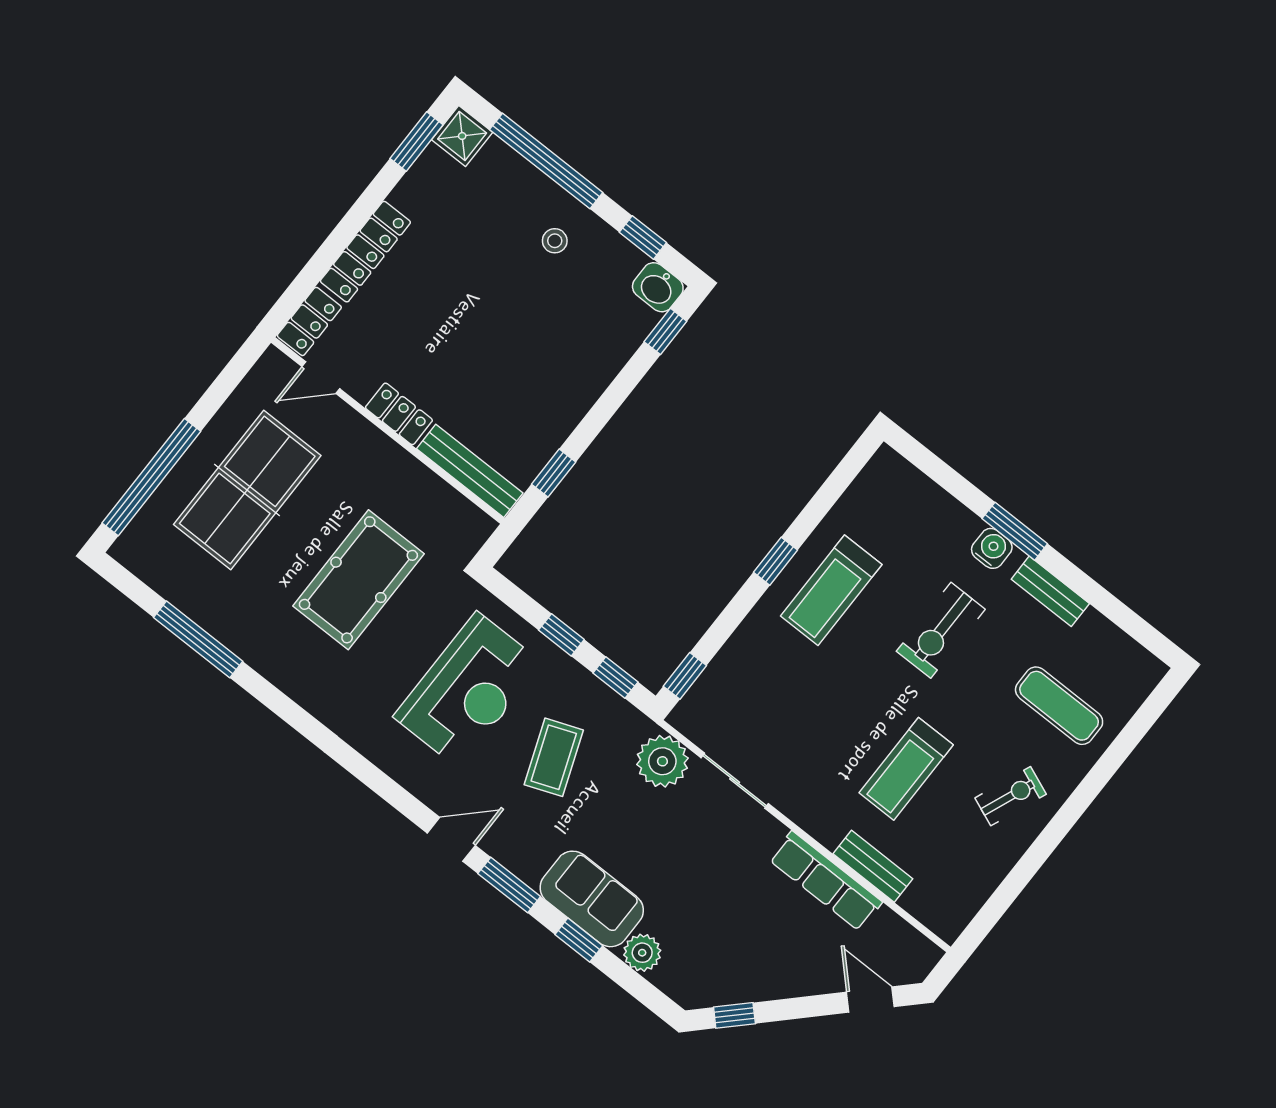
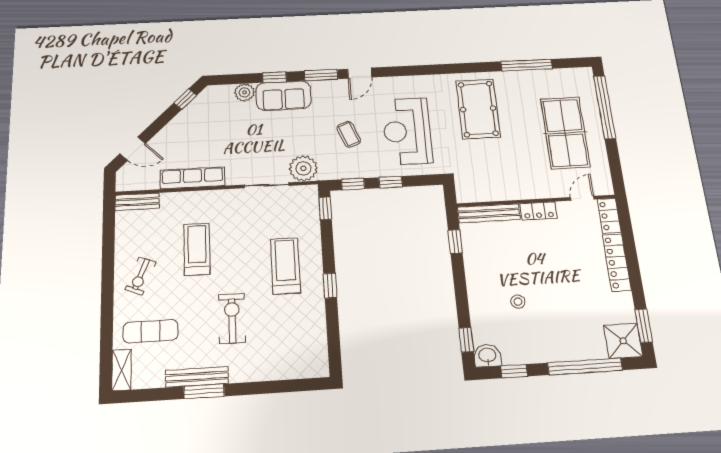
shower: (462, 136) -> (623, 341), width x1.36, depth x1.36
stool: (555, 241) -> (518, 302), moved
window: (1015, 531) -> (204, 391), moved
water cooler: (992, 548) -> (240, 373), removed
pool table: (358, 580) -> (478, 109), moved
treadmill: (831, 590) -> (285, 266), moved
bench: (1050, 591) -> (197, 377), width x1.36
shelving: (1137, 686) -> (122, 370), added
coffee table: (554, 757) -> (349, 134), width x0.73, depth x0.77
bench: (873, 866) -> (137, 202), moved

